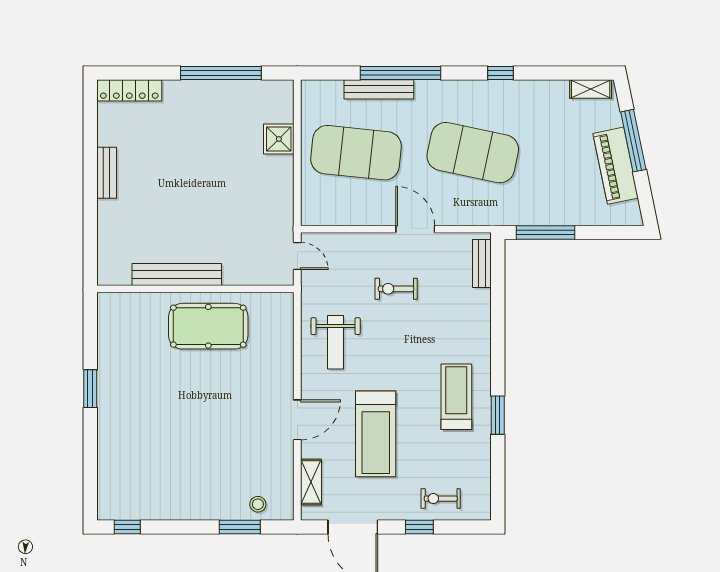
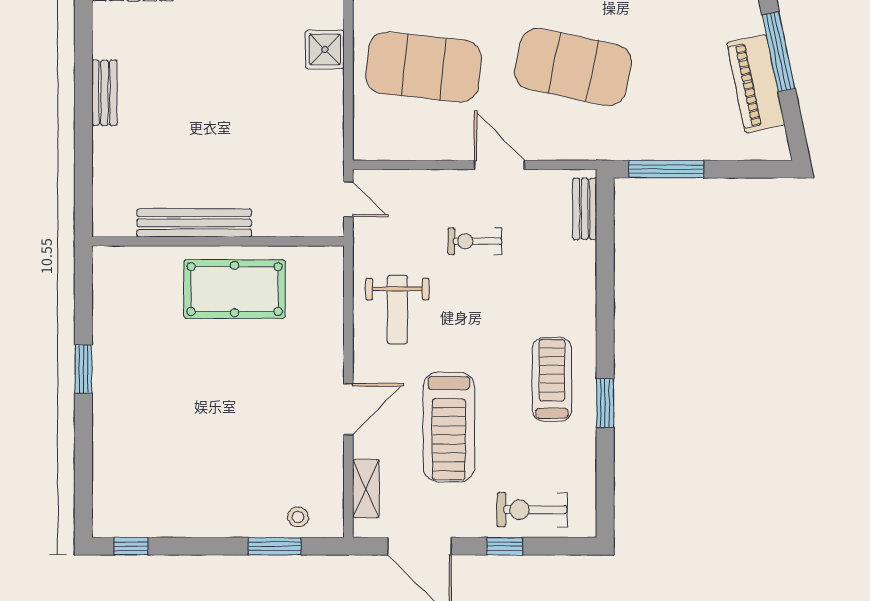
exercise bike: (441, 499) -> (532, 510), width x1.38, depth x1.39

